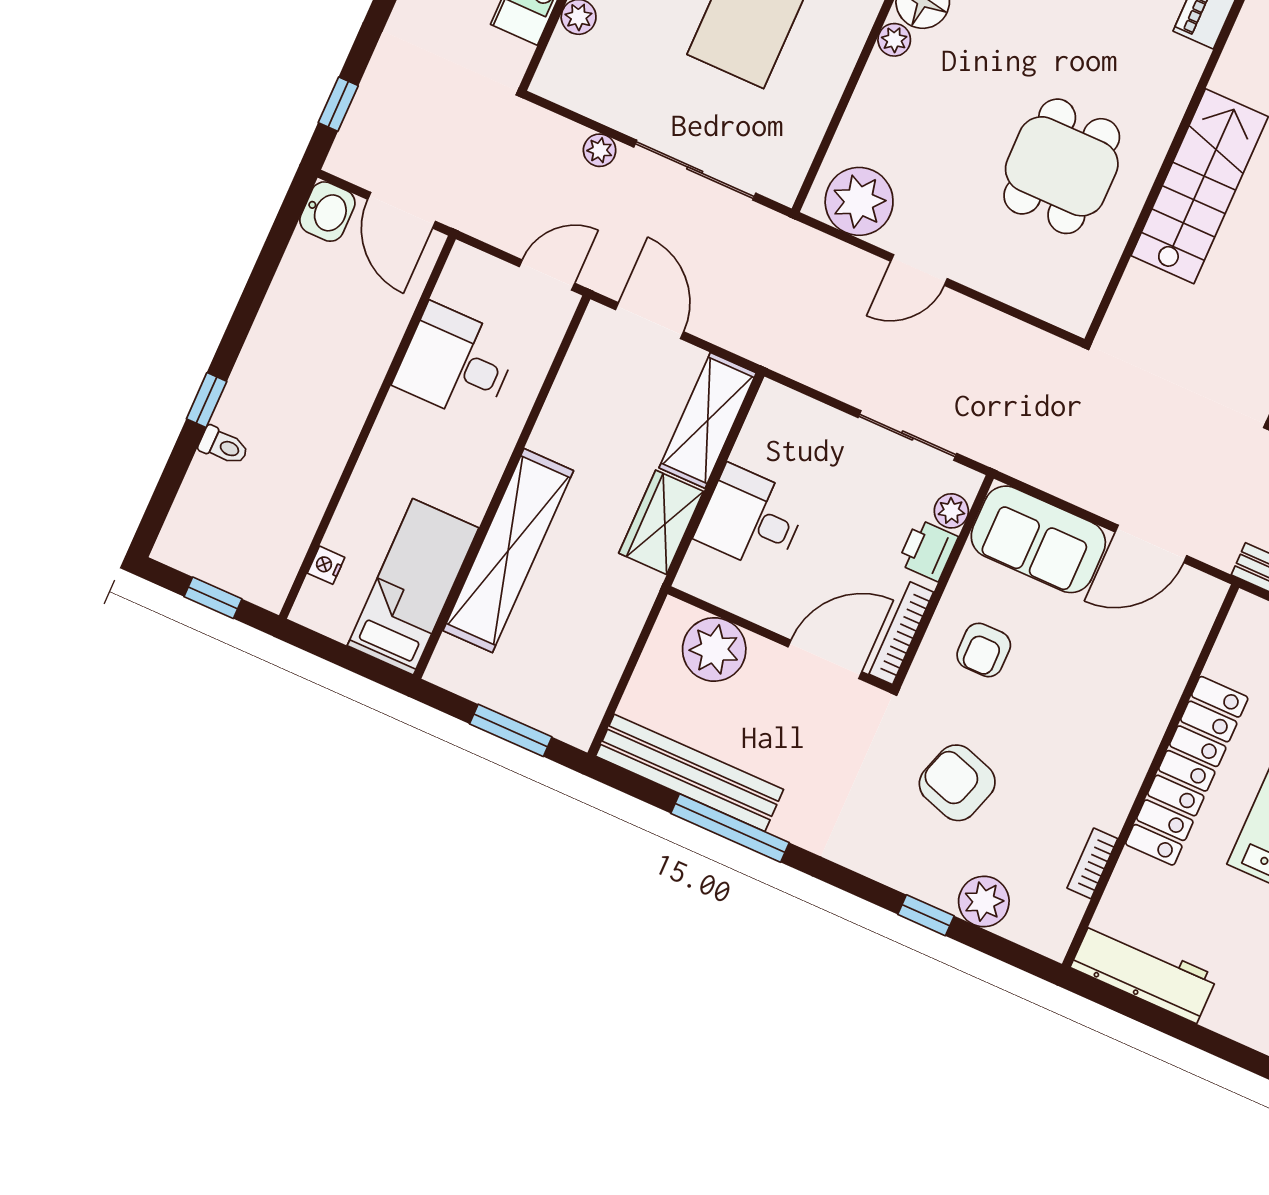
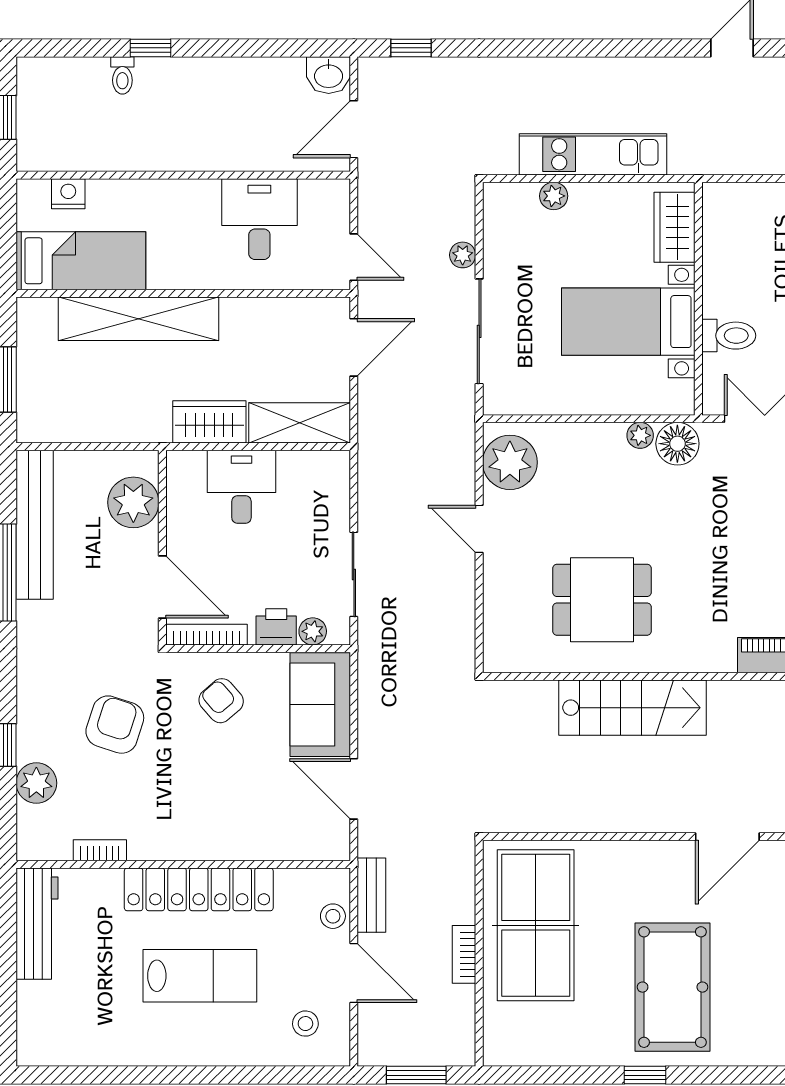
nightstand: (326, 565) -> (68, 194), width x1.39, depth x1.35
armchair: (984, 650) -> (221, 701), turned 49

